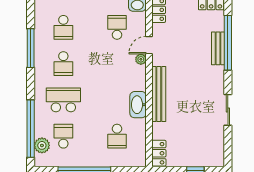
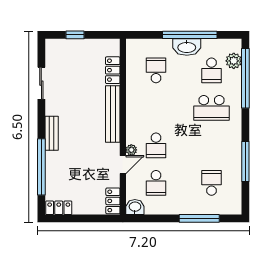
bench: (218, 48) -> (52, 133), moved
school desk: (63, 64) -> (156, 145), moved, turned 180
washbasin: (138, 105) -> (187, 47), moved, turned 90
sliding door: (228, 110) -> (41, 83), moved
locker: (159, 153) -> (113, 70), moved

